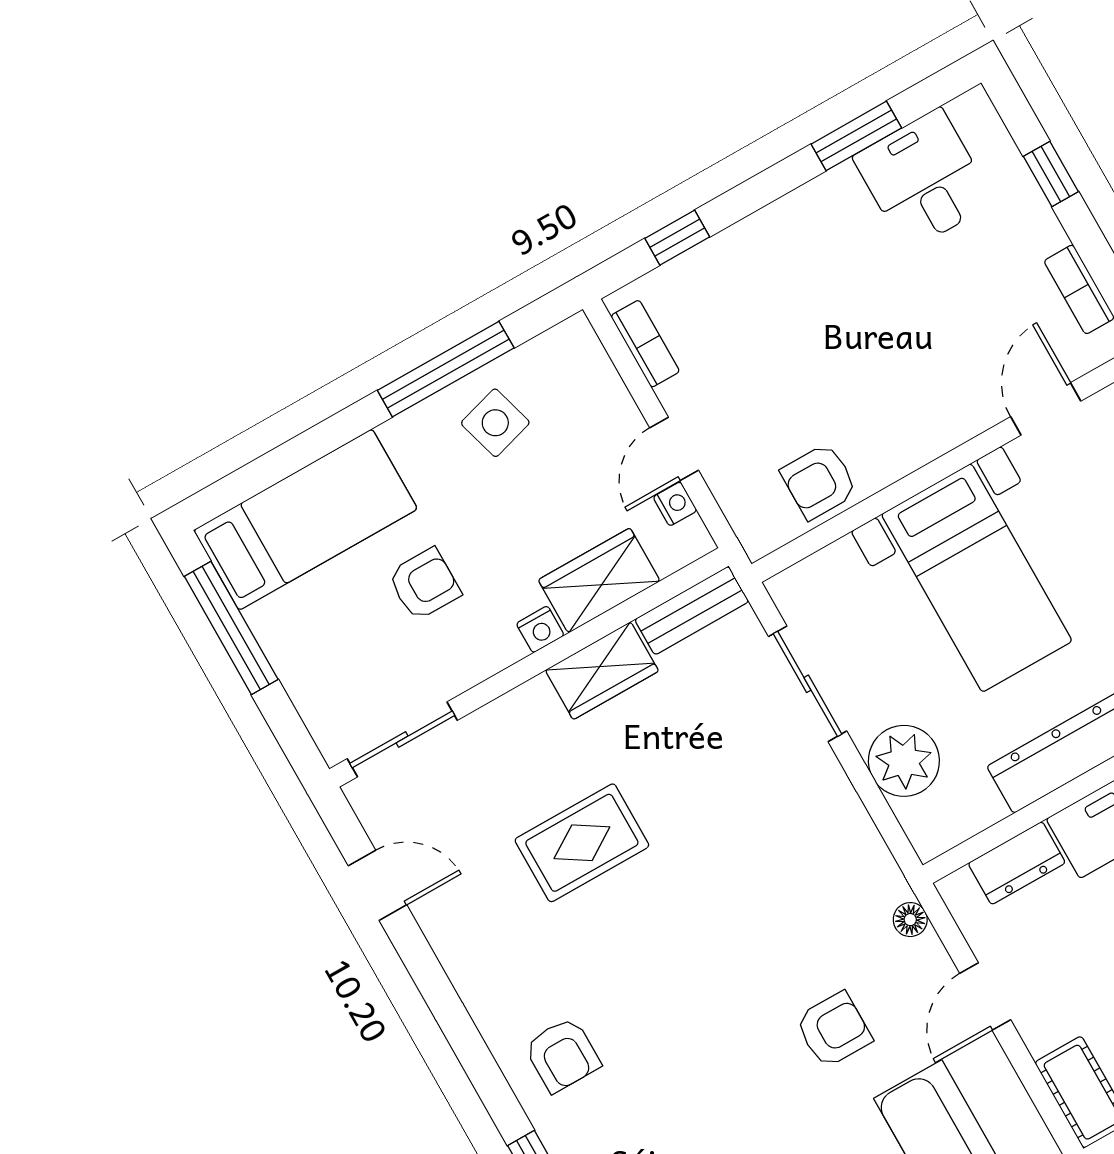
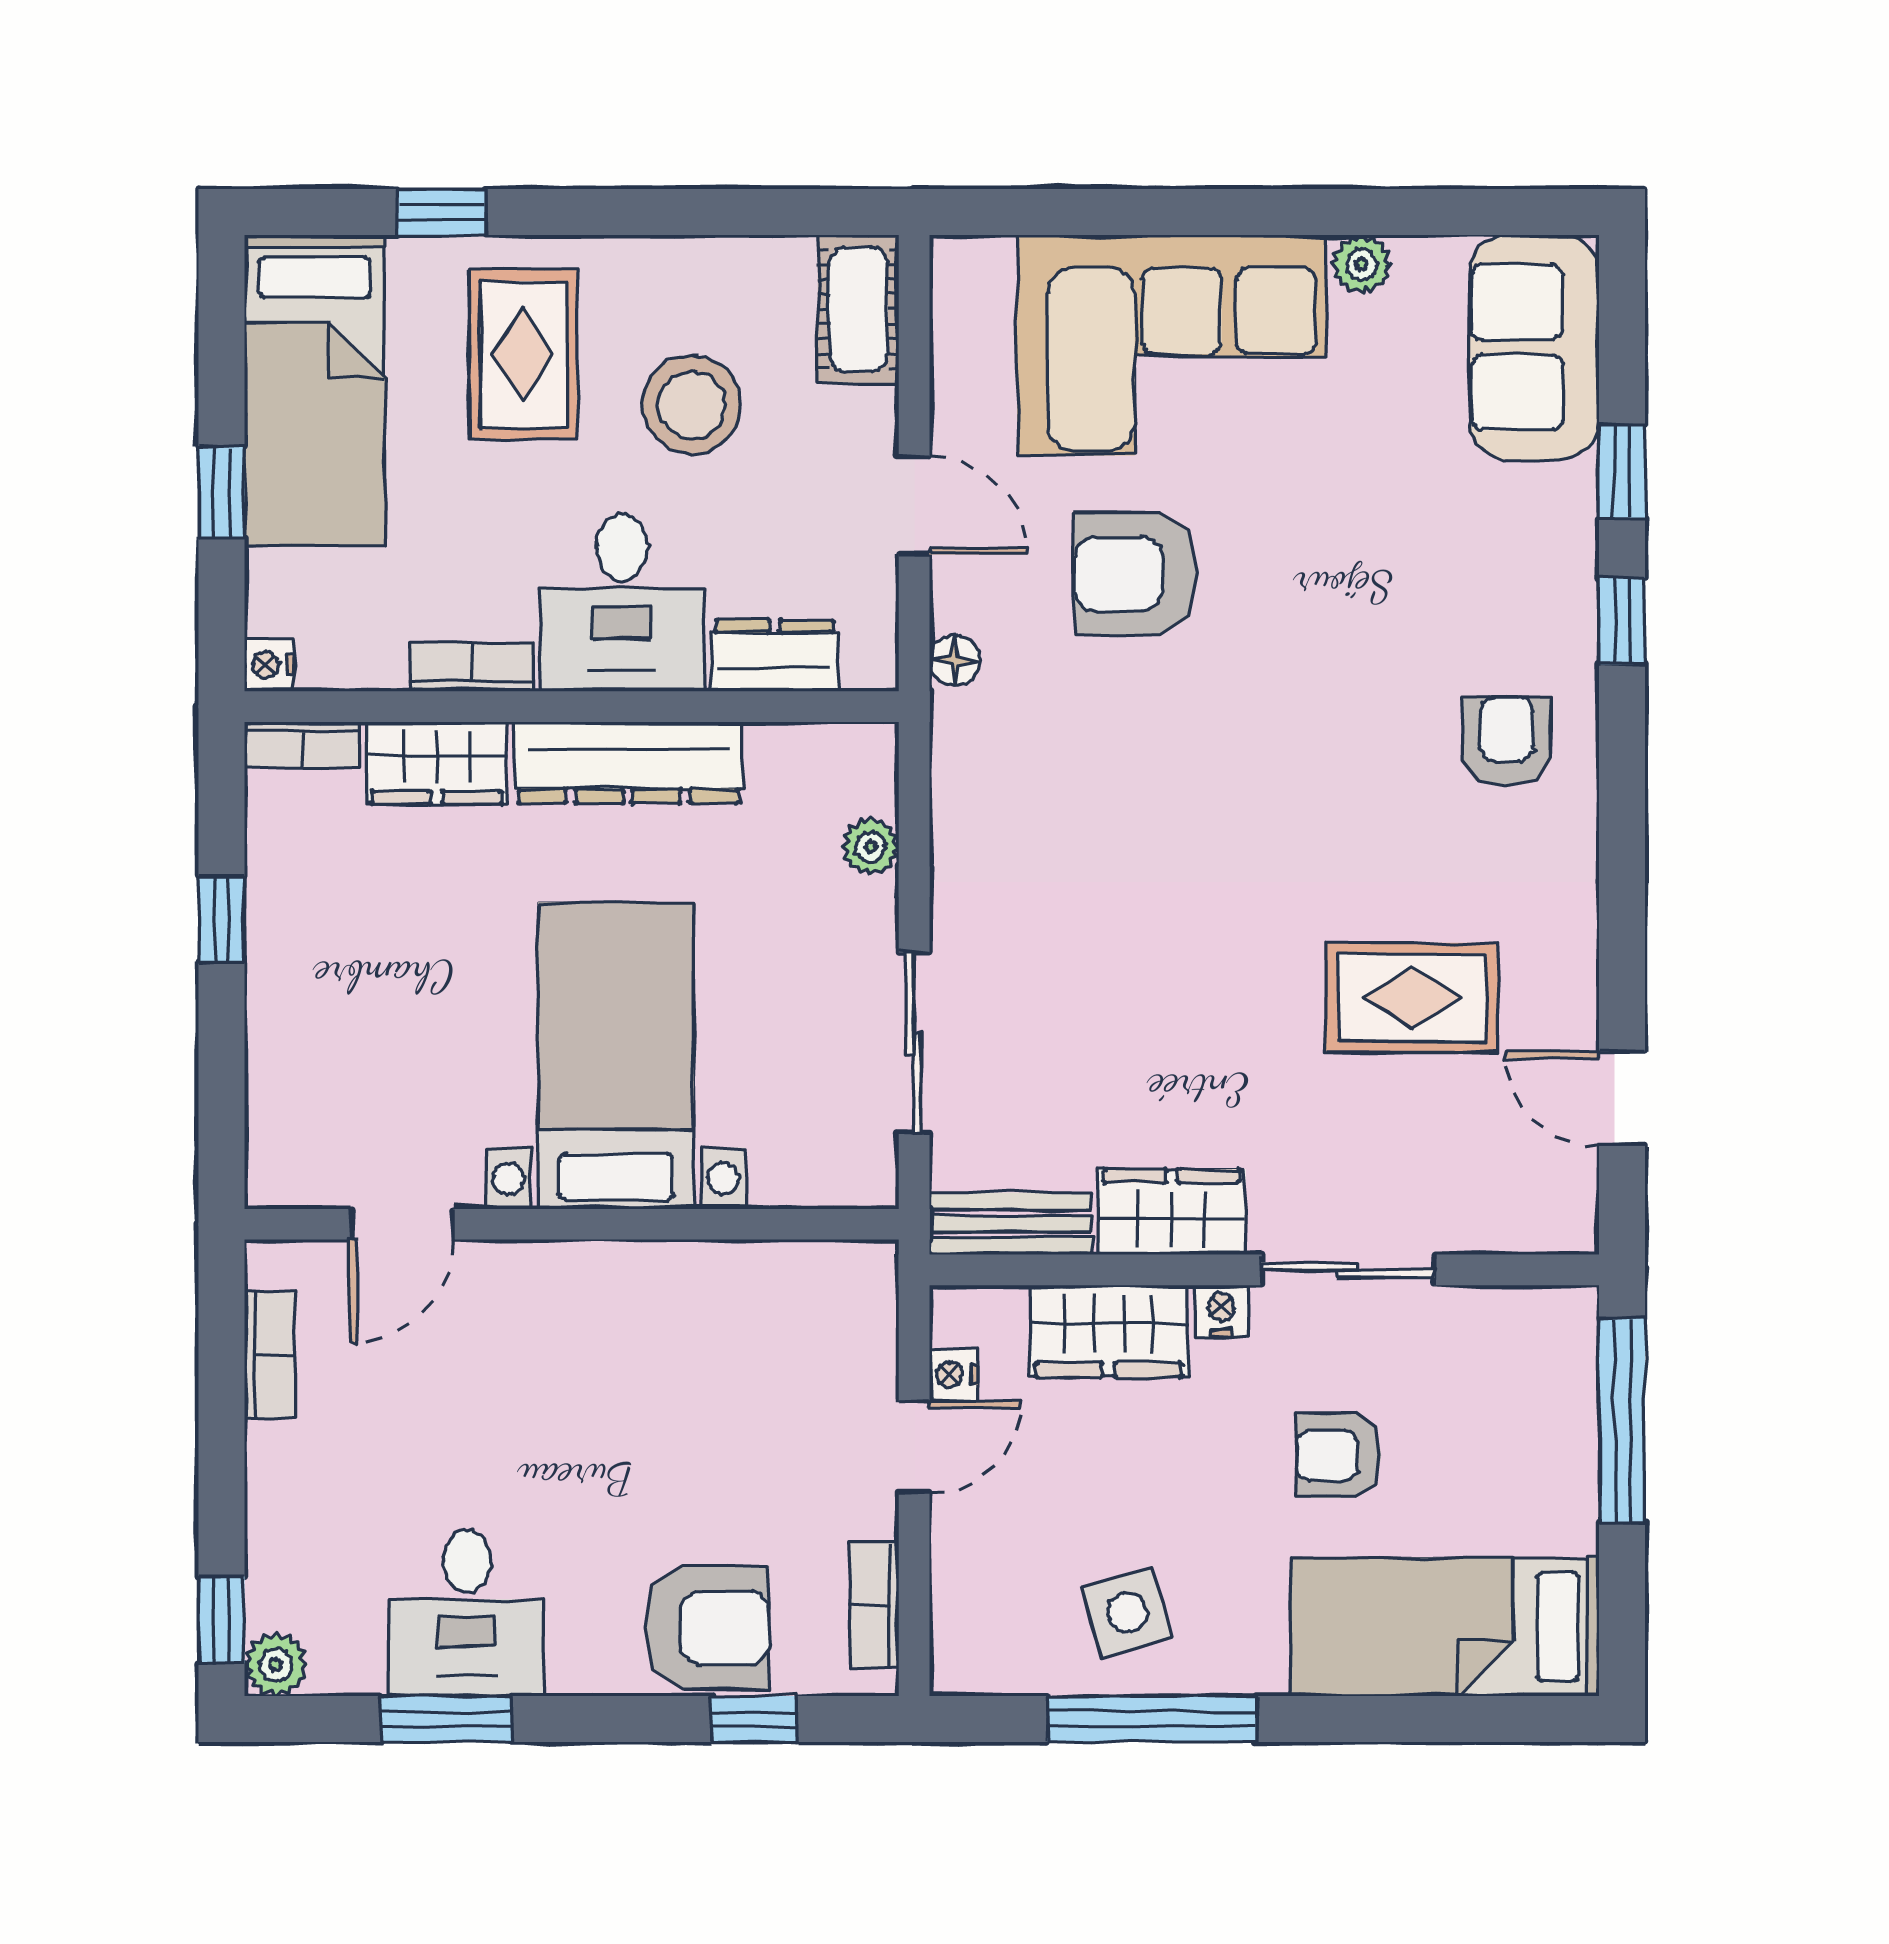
plant: (973, 111) -> (276, 1665), added
window: (1051, 174) -> (221, 1620), moved
desk: (924, 179) -> (467, 1613), moved
armchair: (819, 481) -> (708, 1628), moved, width x1.38, depth x1.38
window: (231, 628) -> (1622, 1420), moved
sliding door: (402, 739) -> (1348, 1270), moved
plant: (904, 761) -> (871, 847), width x0.53, depth x0.53
rug: (582, 843) -> (1412, 998), moved
door: (985, 997) -> (914, 505), hinge flipped
armchair: (834, 1030) -> (1136, 574), width x1.38, depth x1.38

